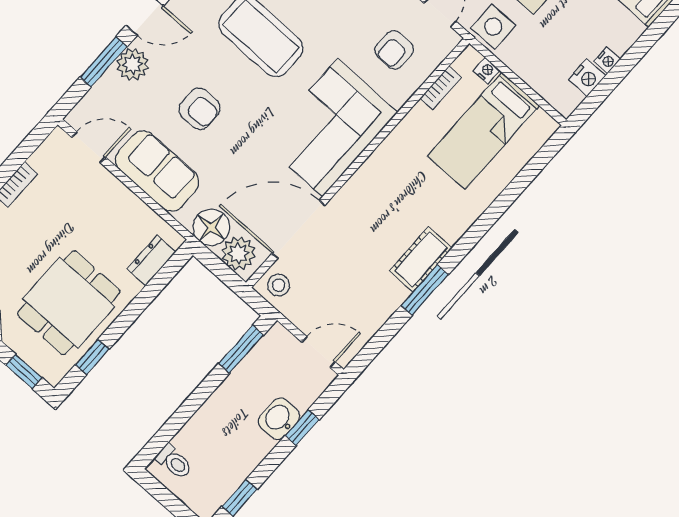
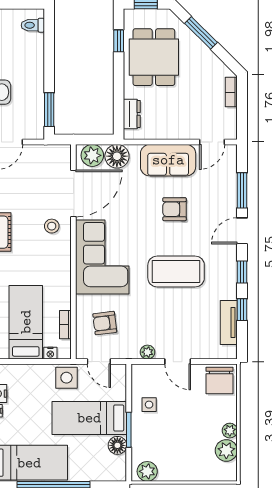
armchair: (394, 50) -> (105, 323), turned -97
plant: (133, 64) -> (227, 202), removed
stool: (279, 285) -> (52, 226), moved

